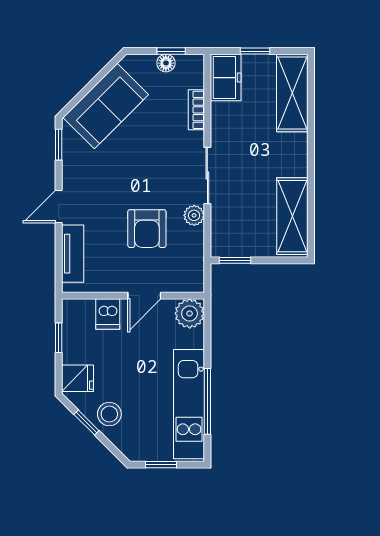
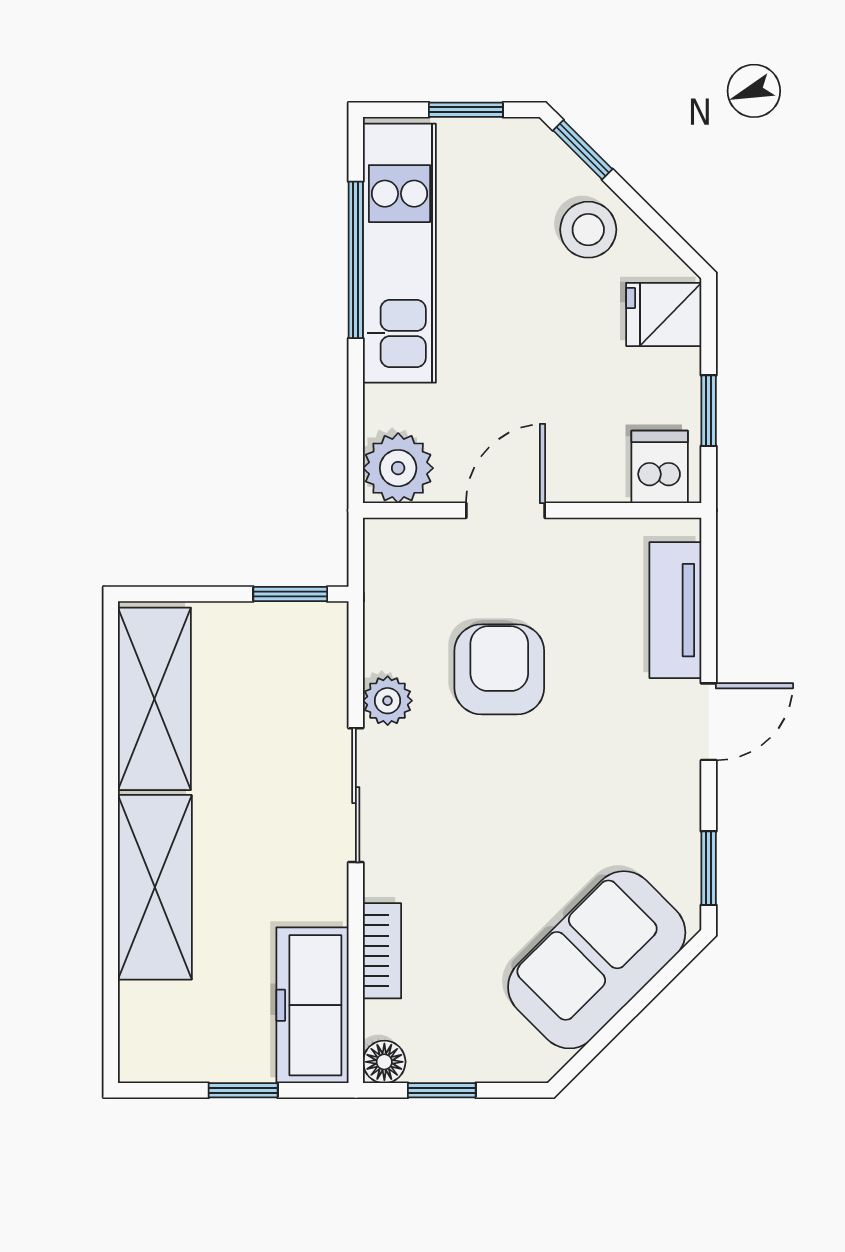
floor lamp: (166, 63) -> (384, 1062), moved
freezer: (226, 78) -> (312, 1005), width x1.40
shelving: (292, 93) -> (155, 887), moved
dishwasher: (108, 314) -> (660, 467), moved
window: (86, 423) -> (583, 150), moved

